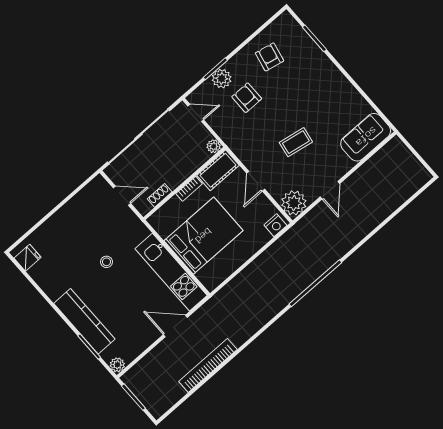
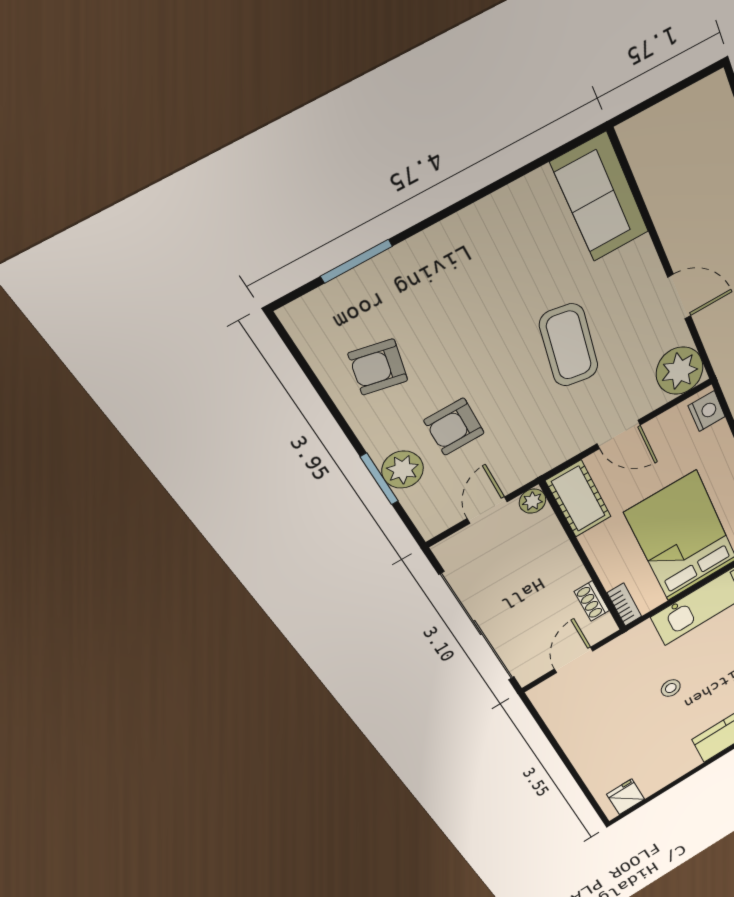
door: (196, 113) -> (487, 510), moved
coffee table: (296, 142) -> (569, 345), width x1.36, depth x1.30
bookcase: (189, 189) -> (624, 605), moved

